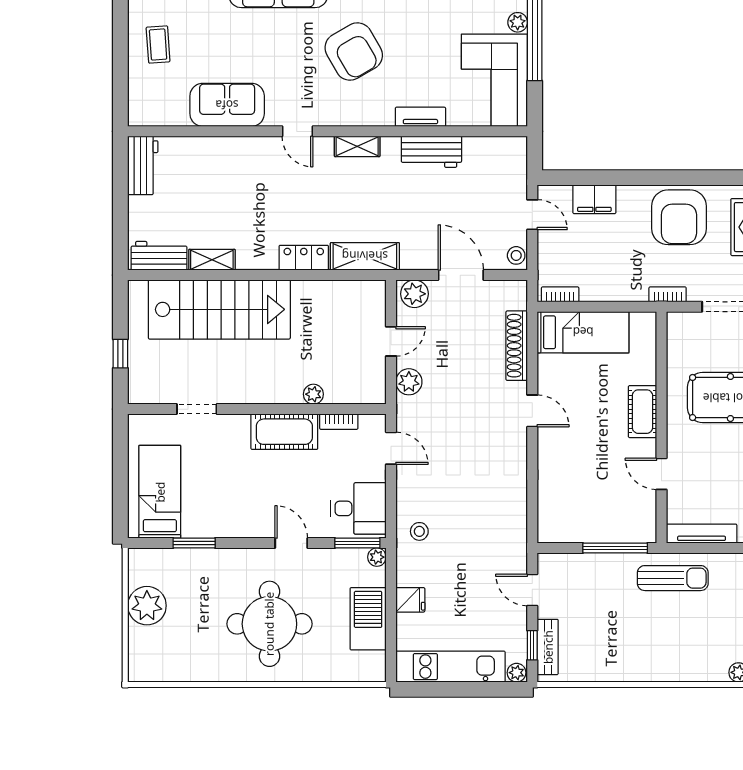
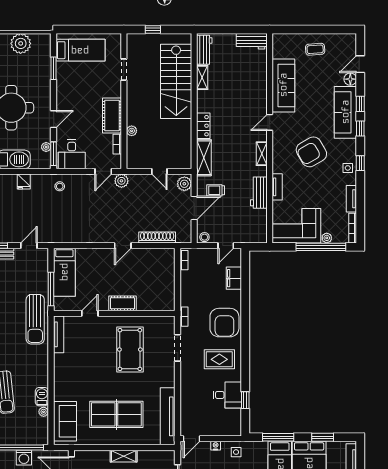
sofa: (227, 105) -> (283, 85), width x1.36
armchair: (679, 217) -> (224, 323), turned -90
trolley: (427, 234) -> (216, 190), added
bed: (583, 332) -> (64, 272), moved
plant: (409, 382) -> (121, 181), moved
plant: (377, 557) -> (46, 147), moved
sun lounger: (673, 578) -> (35, 319), width x1.36, depth x1.34

